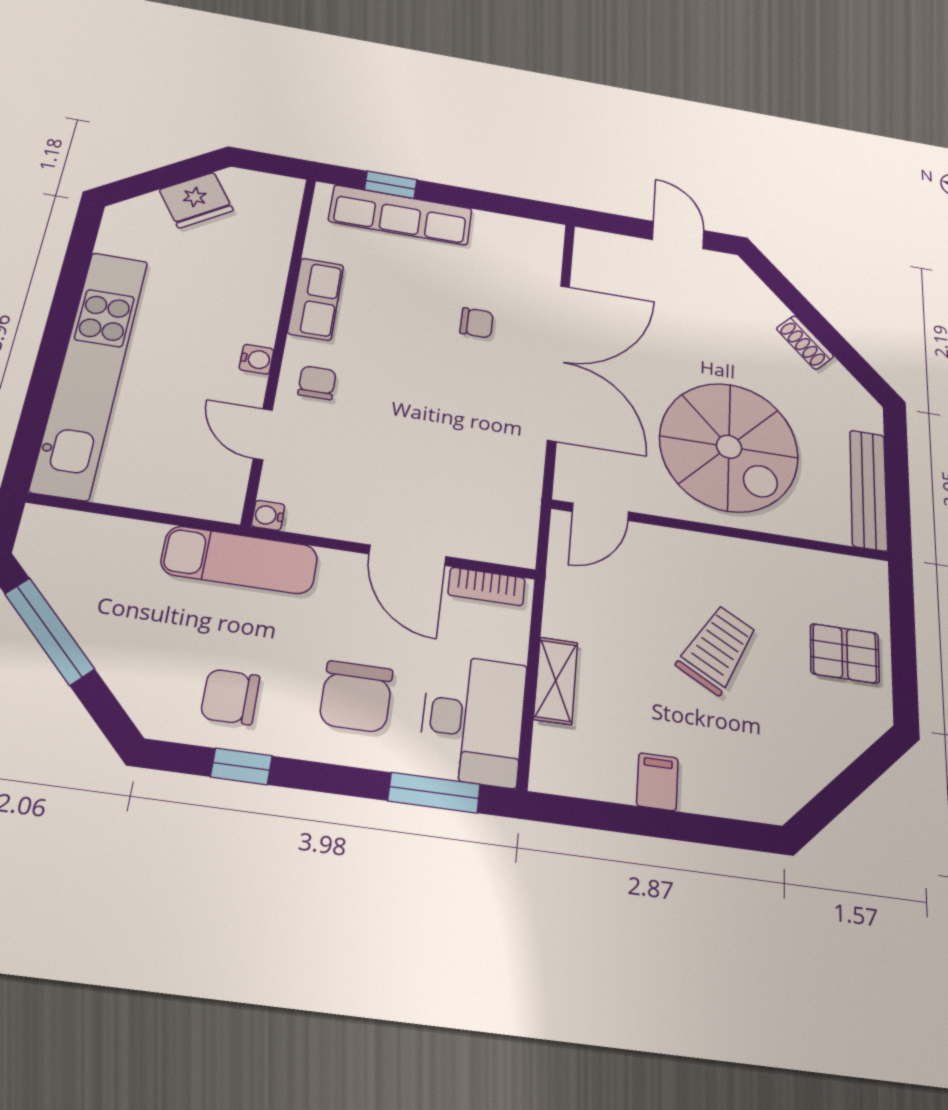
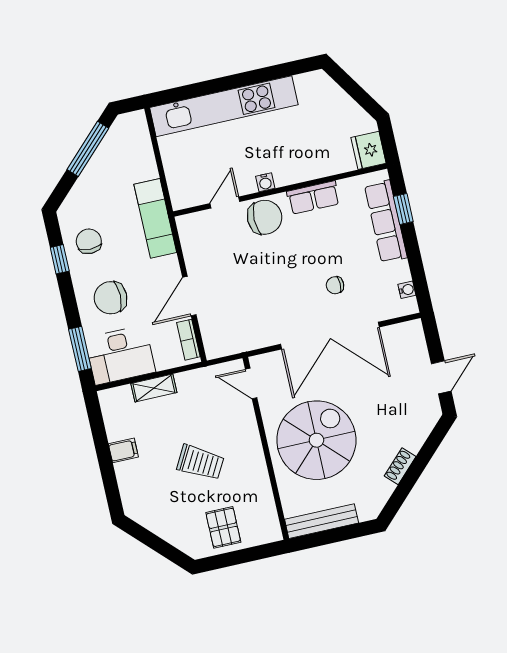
fridge: (196, 200) -> (368, 150), moved, turned 33
chair: (477, 323) -> (335, 285), turned 90
chair: (317, 383) -> (265, 217), width x1.87, depth x1.87
spiral stairs: (729, 447) -> (316, 440), turned 180
water cooler: (268, 515) -> (407, 290), moved, turned 90

